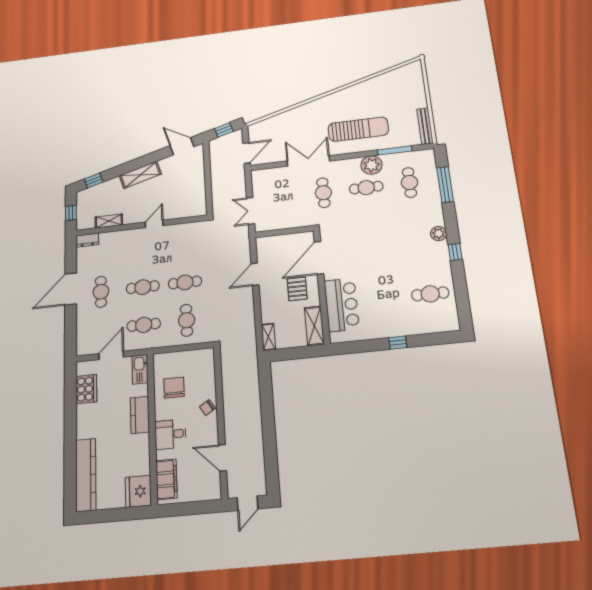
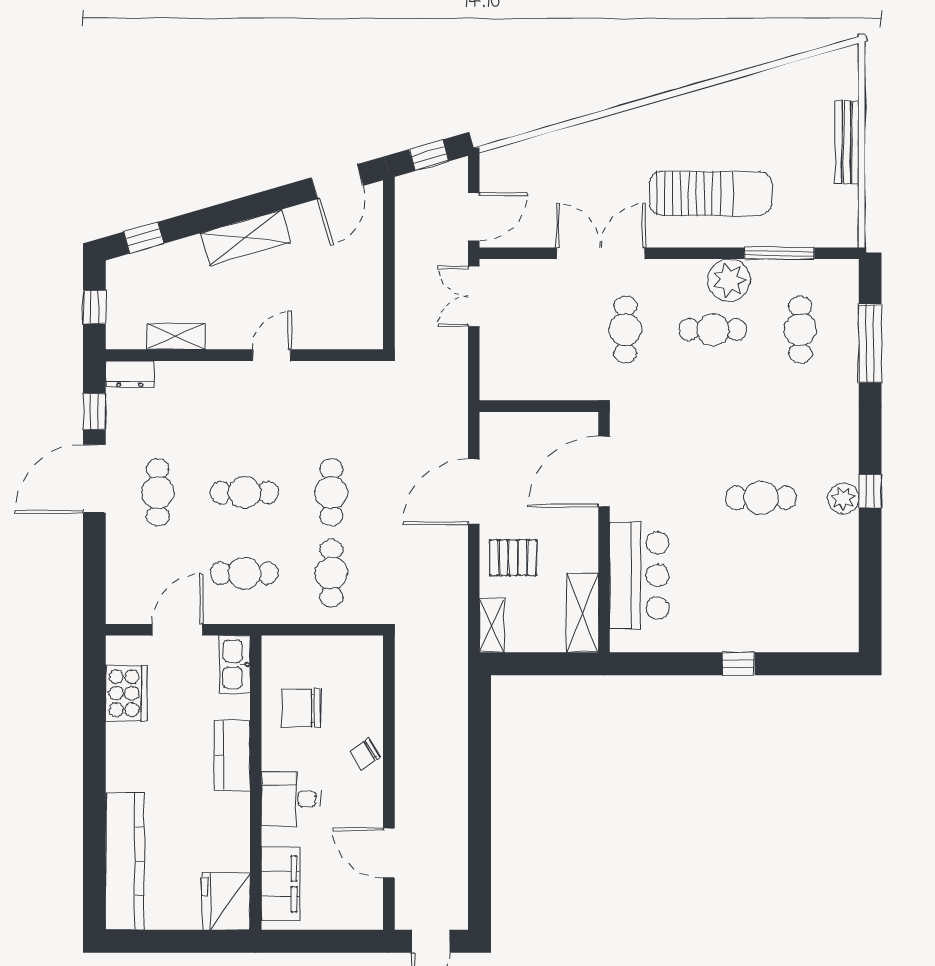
bench: (425, 126) -> (847, 142), moved
door: (182, 146) -> (337, 182), swing flipped
double door: (251, 211) -> (474, 296), moved
plant: (439, 233) -> (843, 498), moved
window: (71, 258) -> (94, 411), added
door: (255, 274) -> (474, 492), width x1.36
cafe table: (185, 282) -> (331, 492), turned 90
pallet: (297, 289) -> (513, 558), moved, turned 90
cafe table: (430, 294) -> (761, 498), moved
chair: (174, 388) -> (301, 708), turned -90

